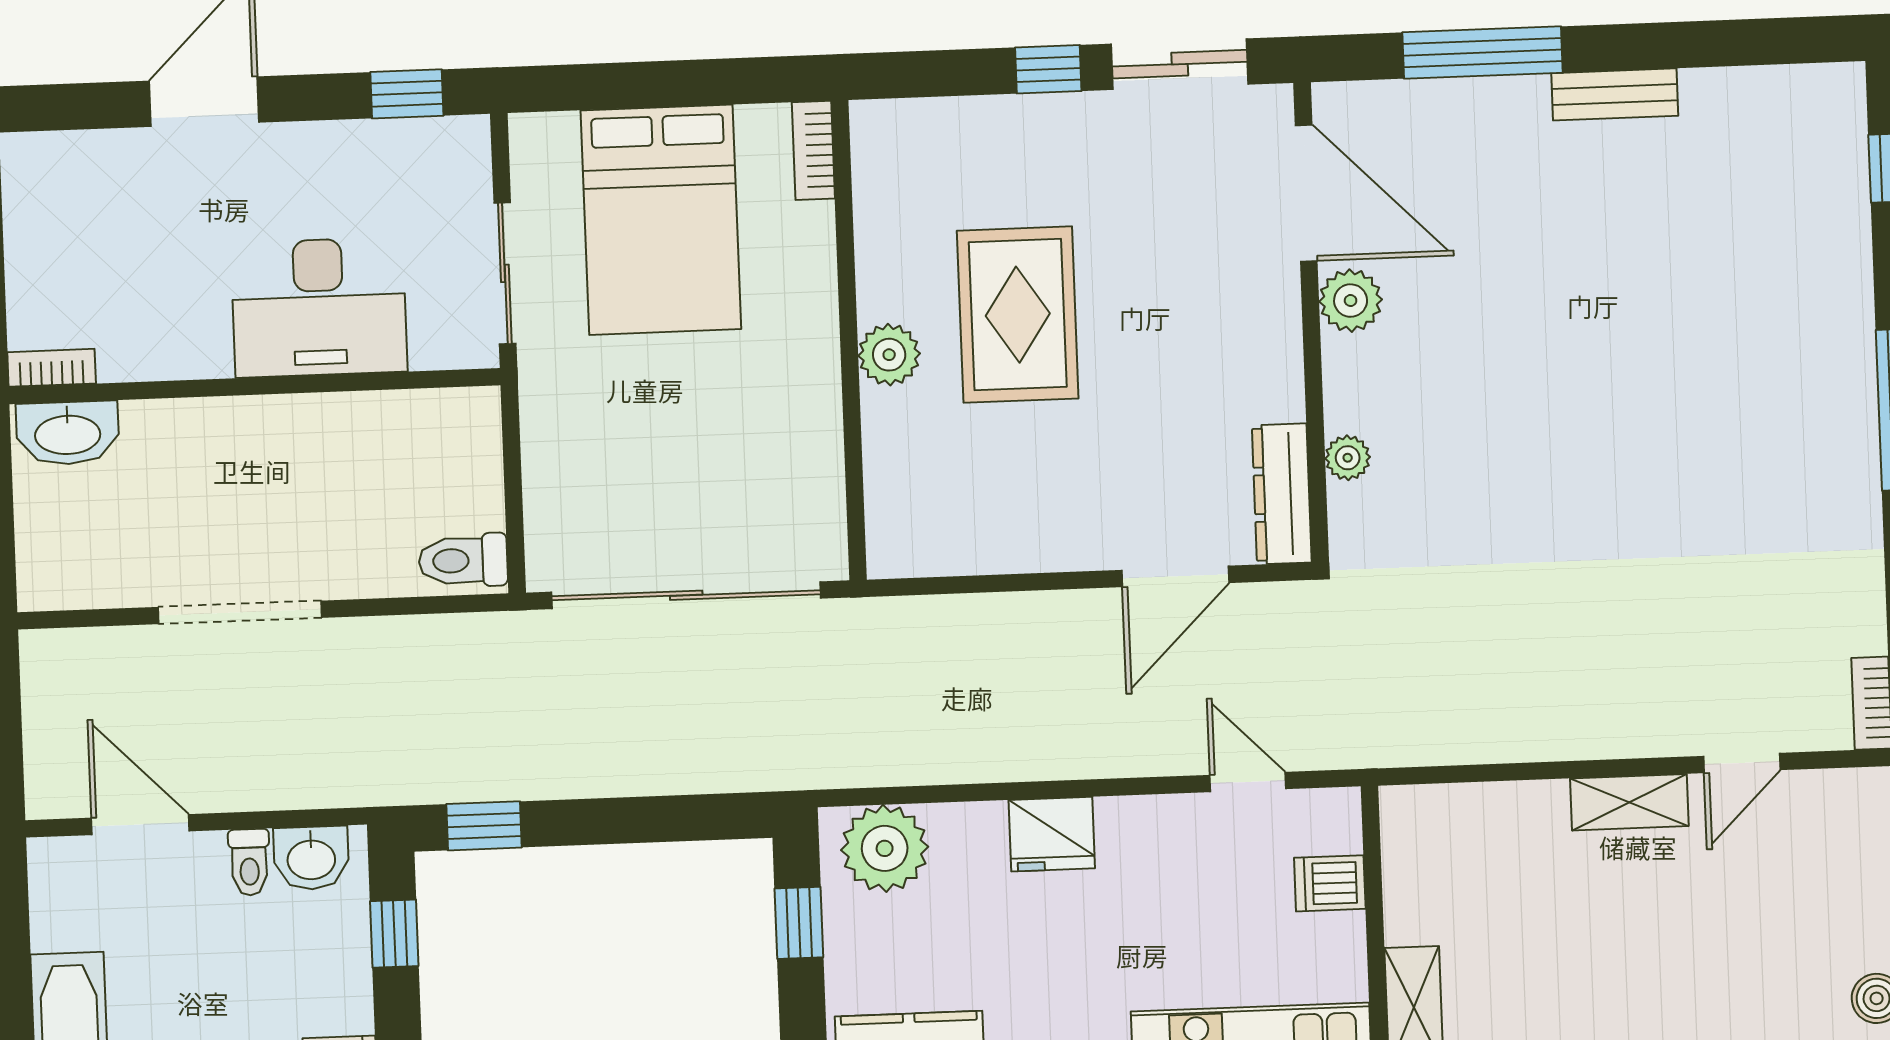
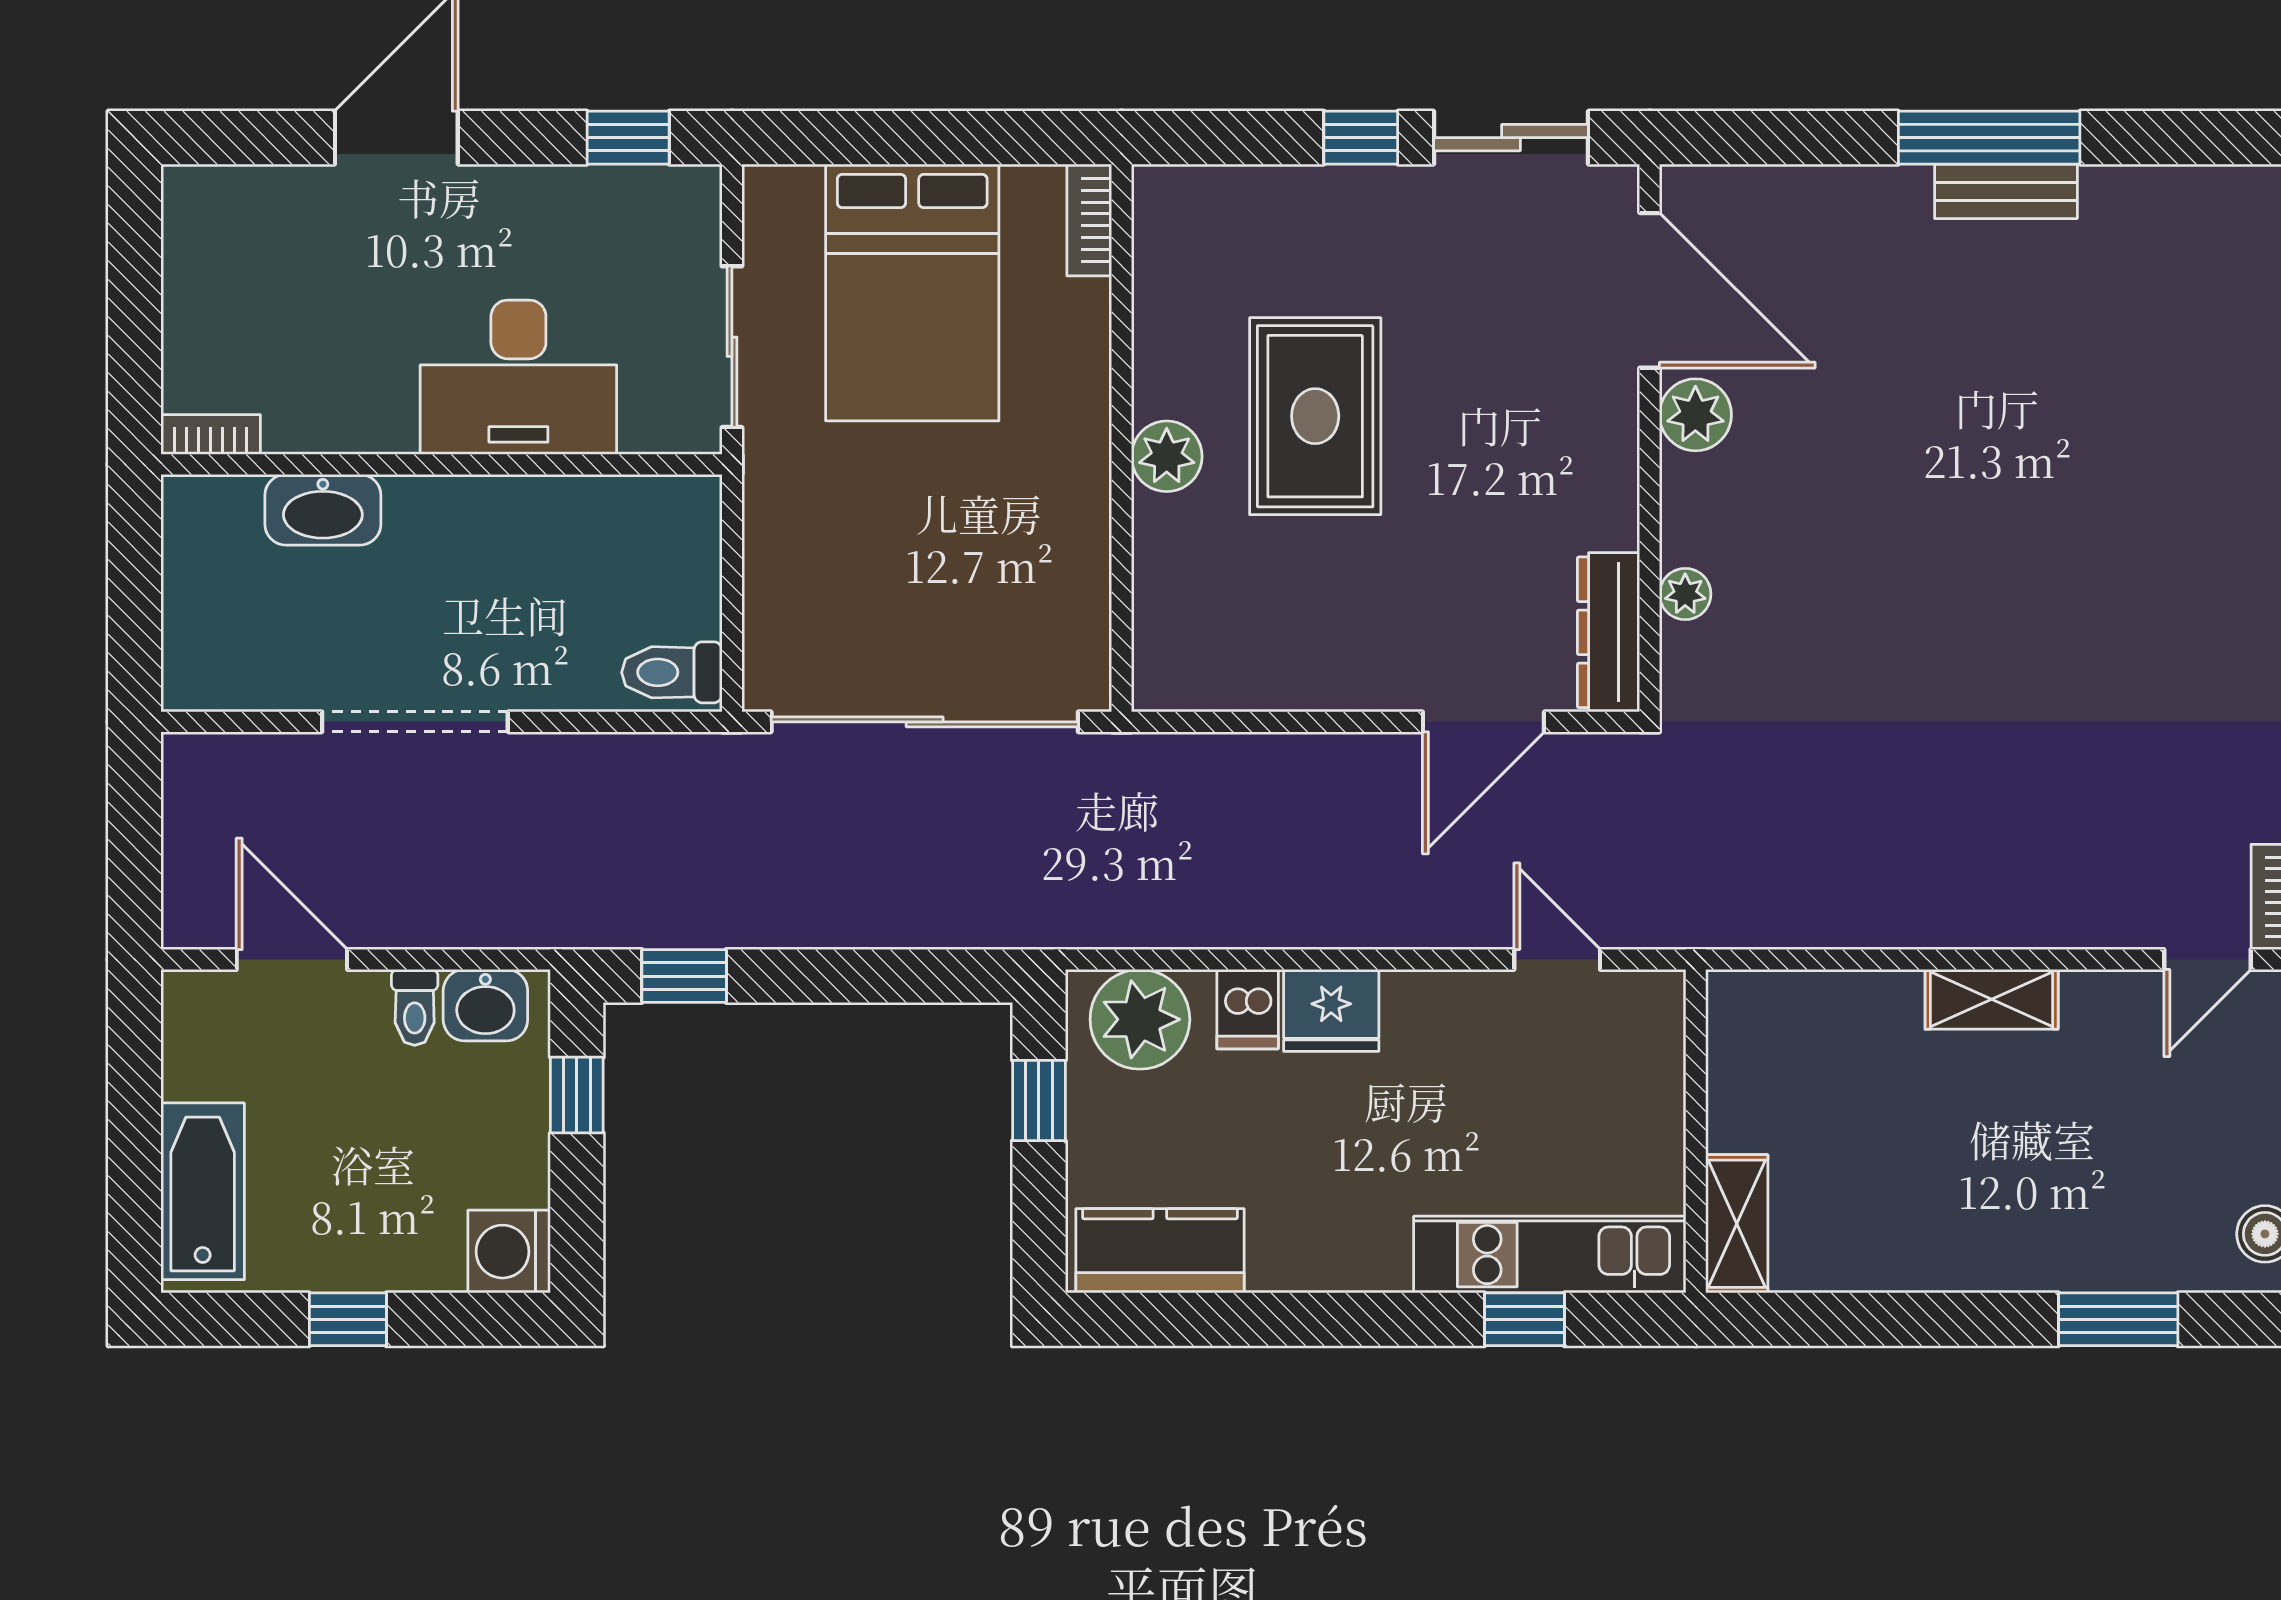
window: (1483, 52) -> (1989, 138), moved
washbasin: (68, 433) -> (323, 510), moved
door: (1742, 763) -> (2207, 960), moved
dishwasher: (1330, 883) -> (1248, 1009), moved, turned -90

